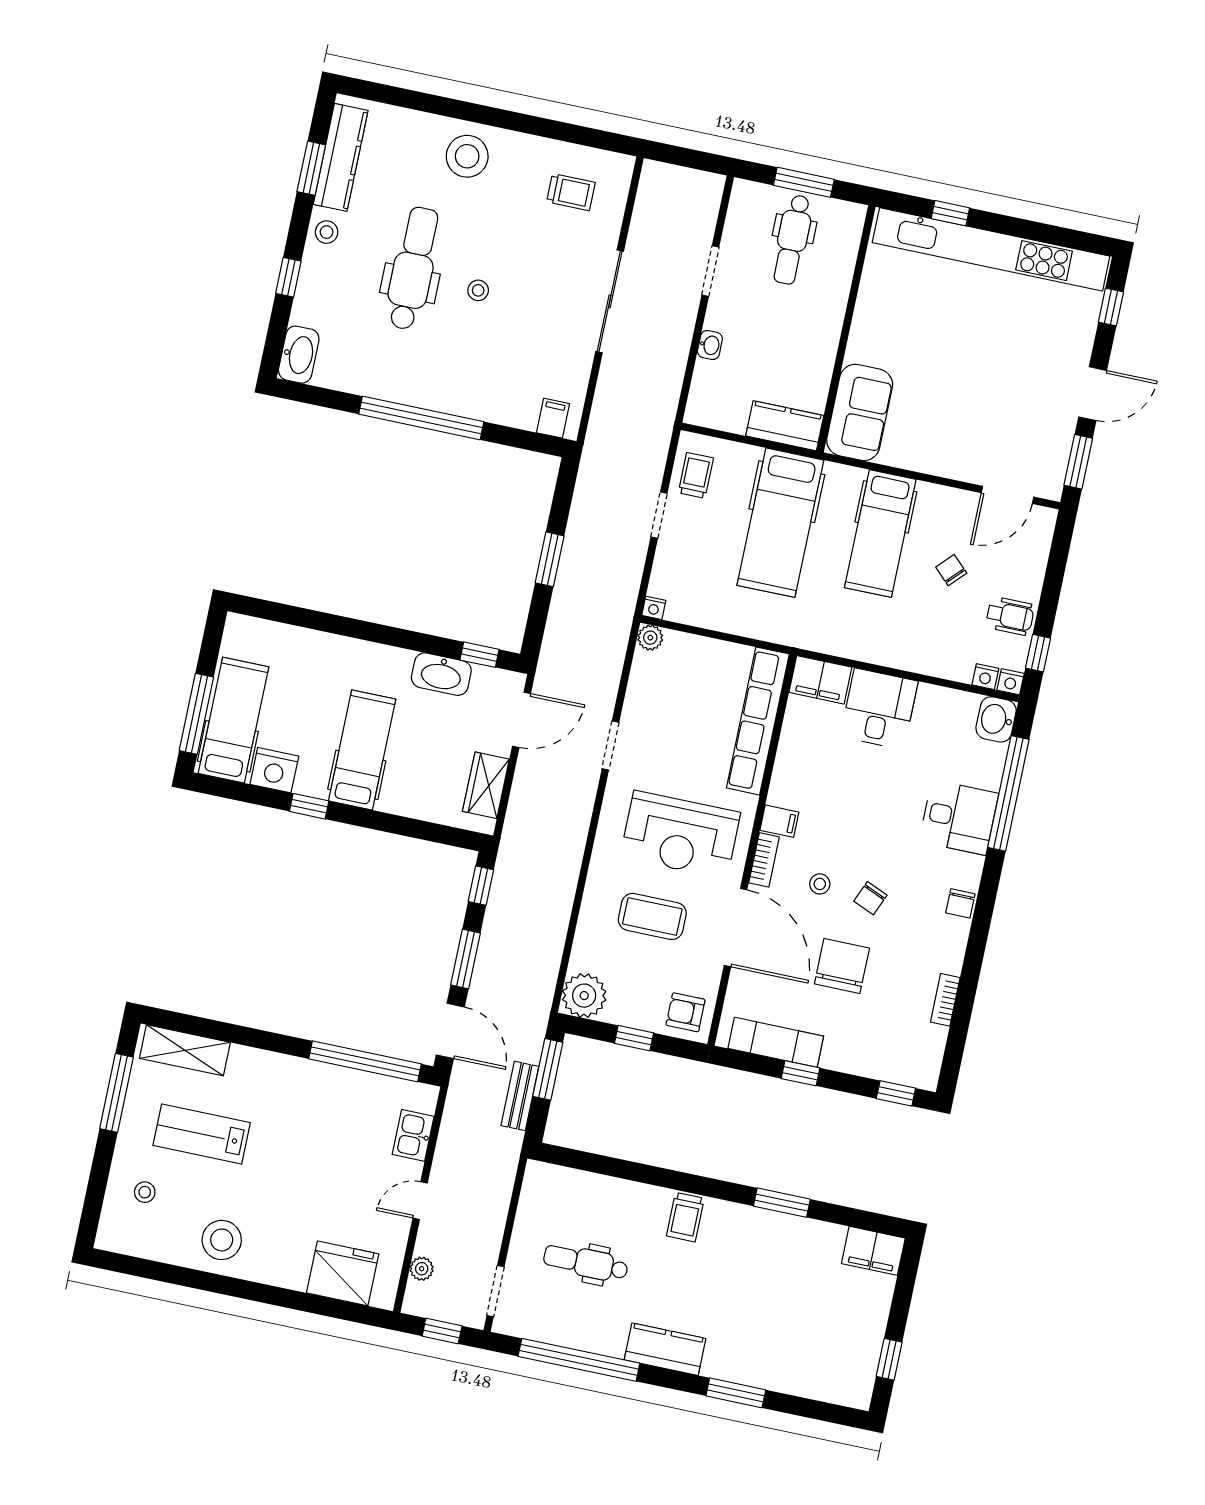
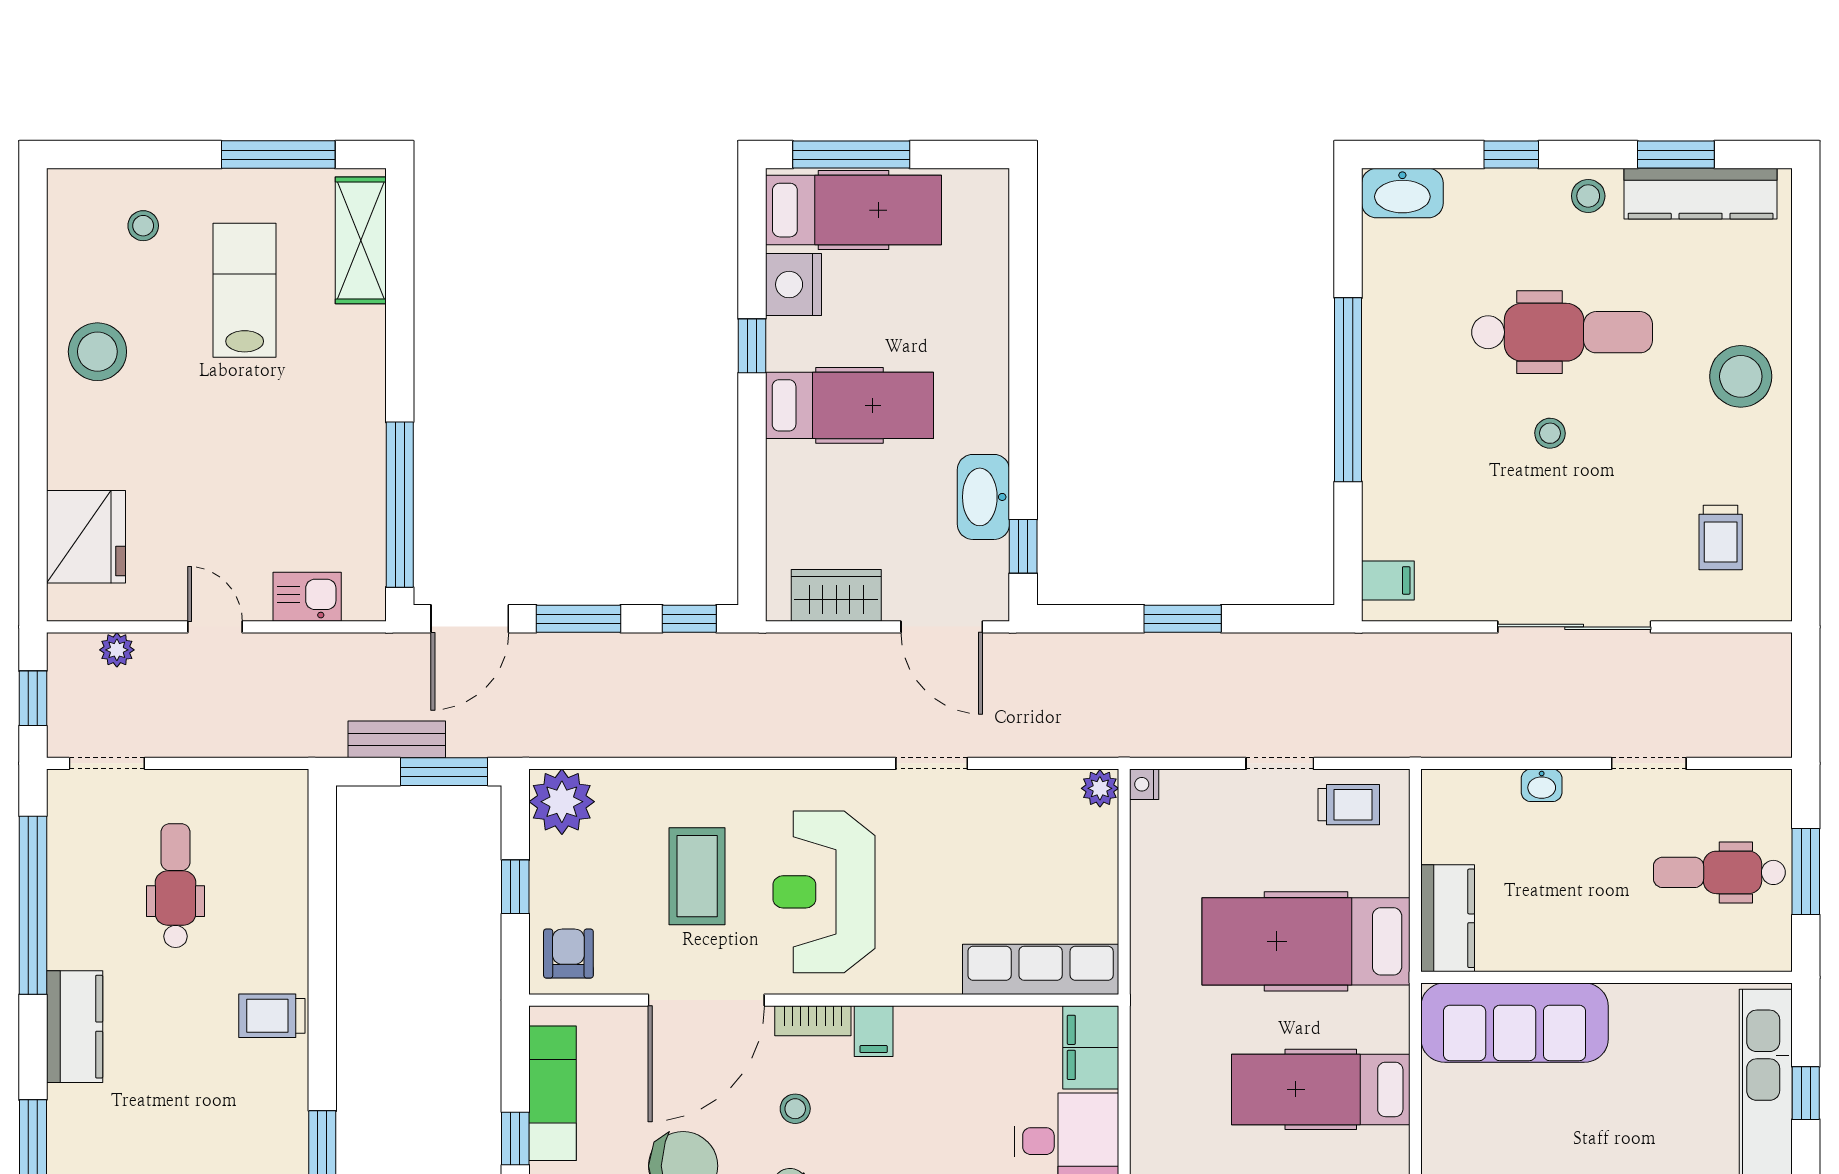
sofa: (860, 412) -> (1515, 1023), width x1.36
row of seats: (758, 721) -> (1041, 969), width x0.73

